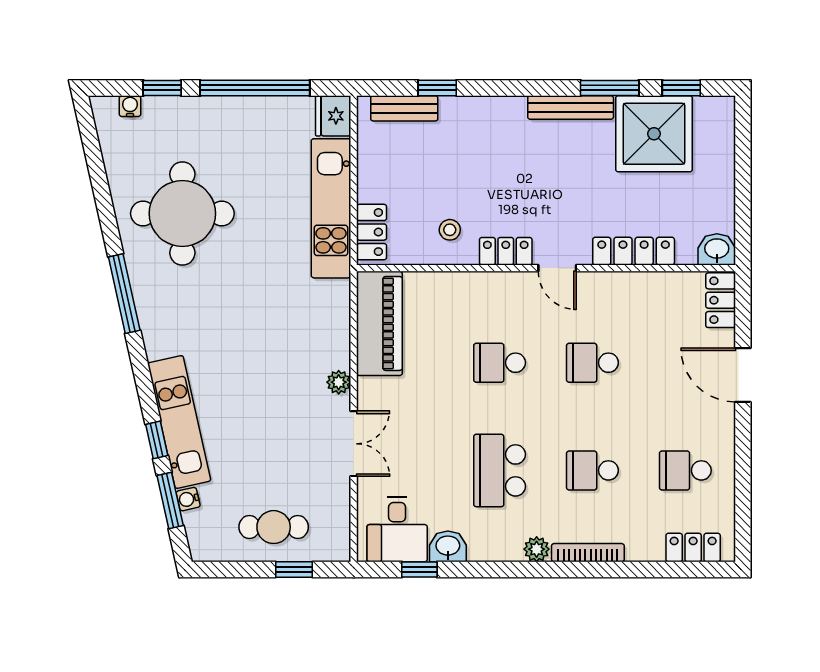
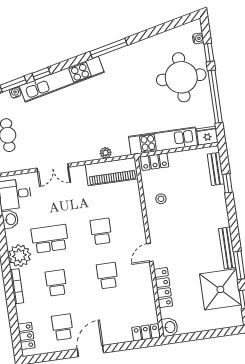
round table: (182, 213) -> (181, 77), moved
locker: (506, 251) -> (155, 227), removed
door: (743, 375) -> (91, 351), moved
plant: (339, 382) -> (106, 153), moved
kitchen unit: (179, 422) -> (62, 79), width x1.36
plant: (537, 549) -> (19, 256), width x1.87, depth x1.87

